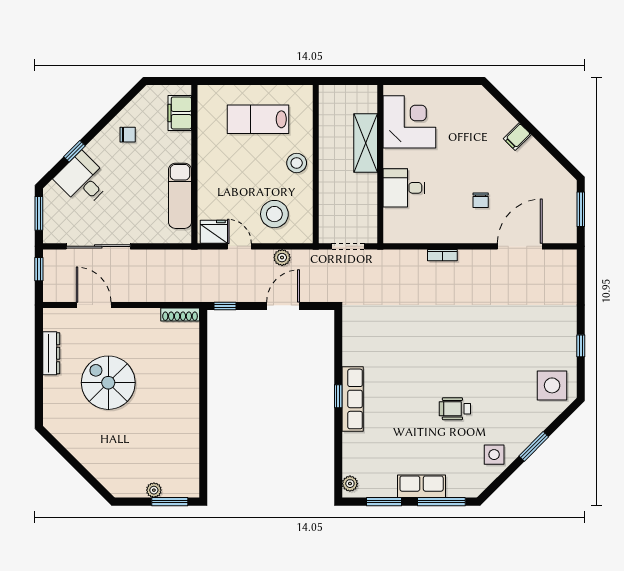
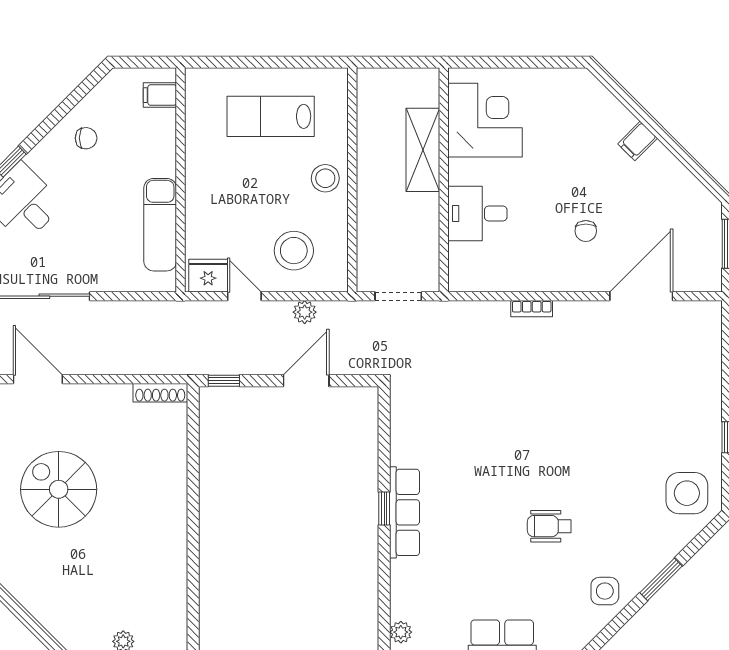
filing cabinet: (180, 113) -> (160, 95), width x0.50

